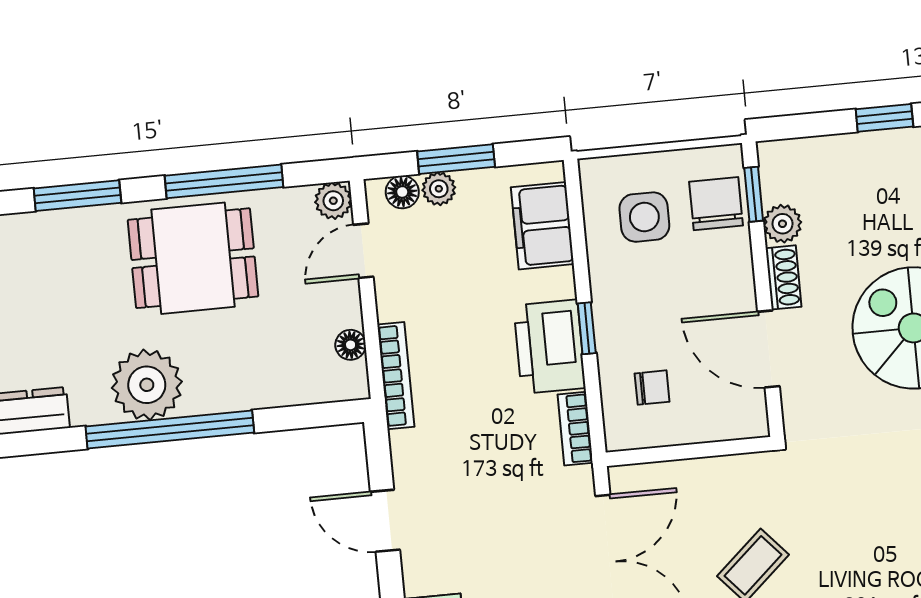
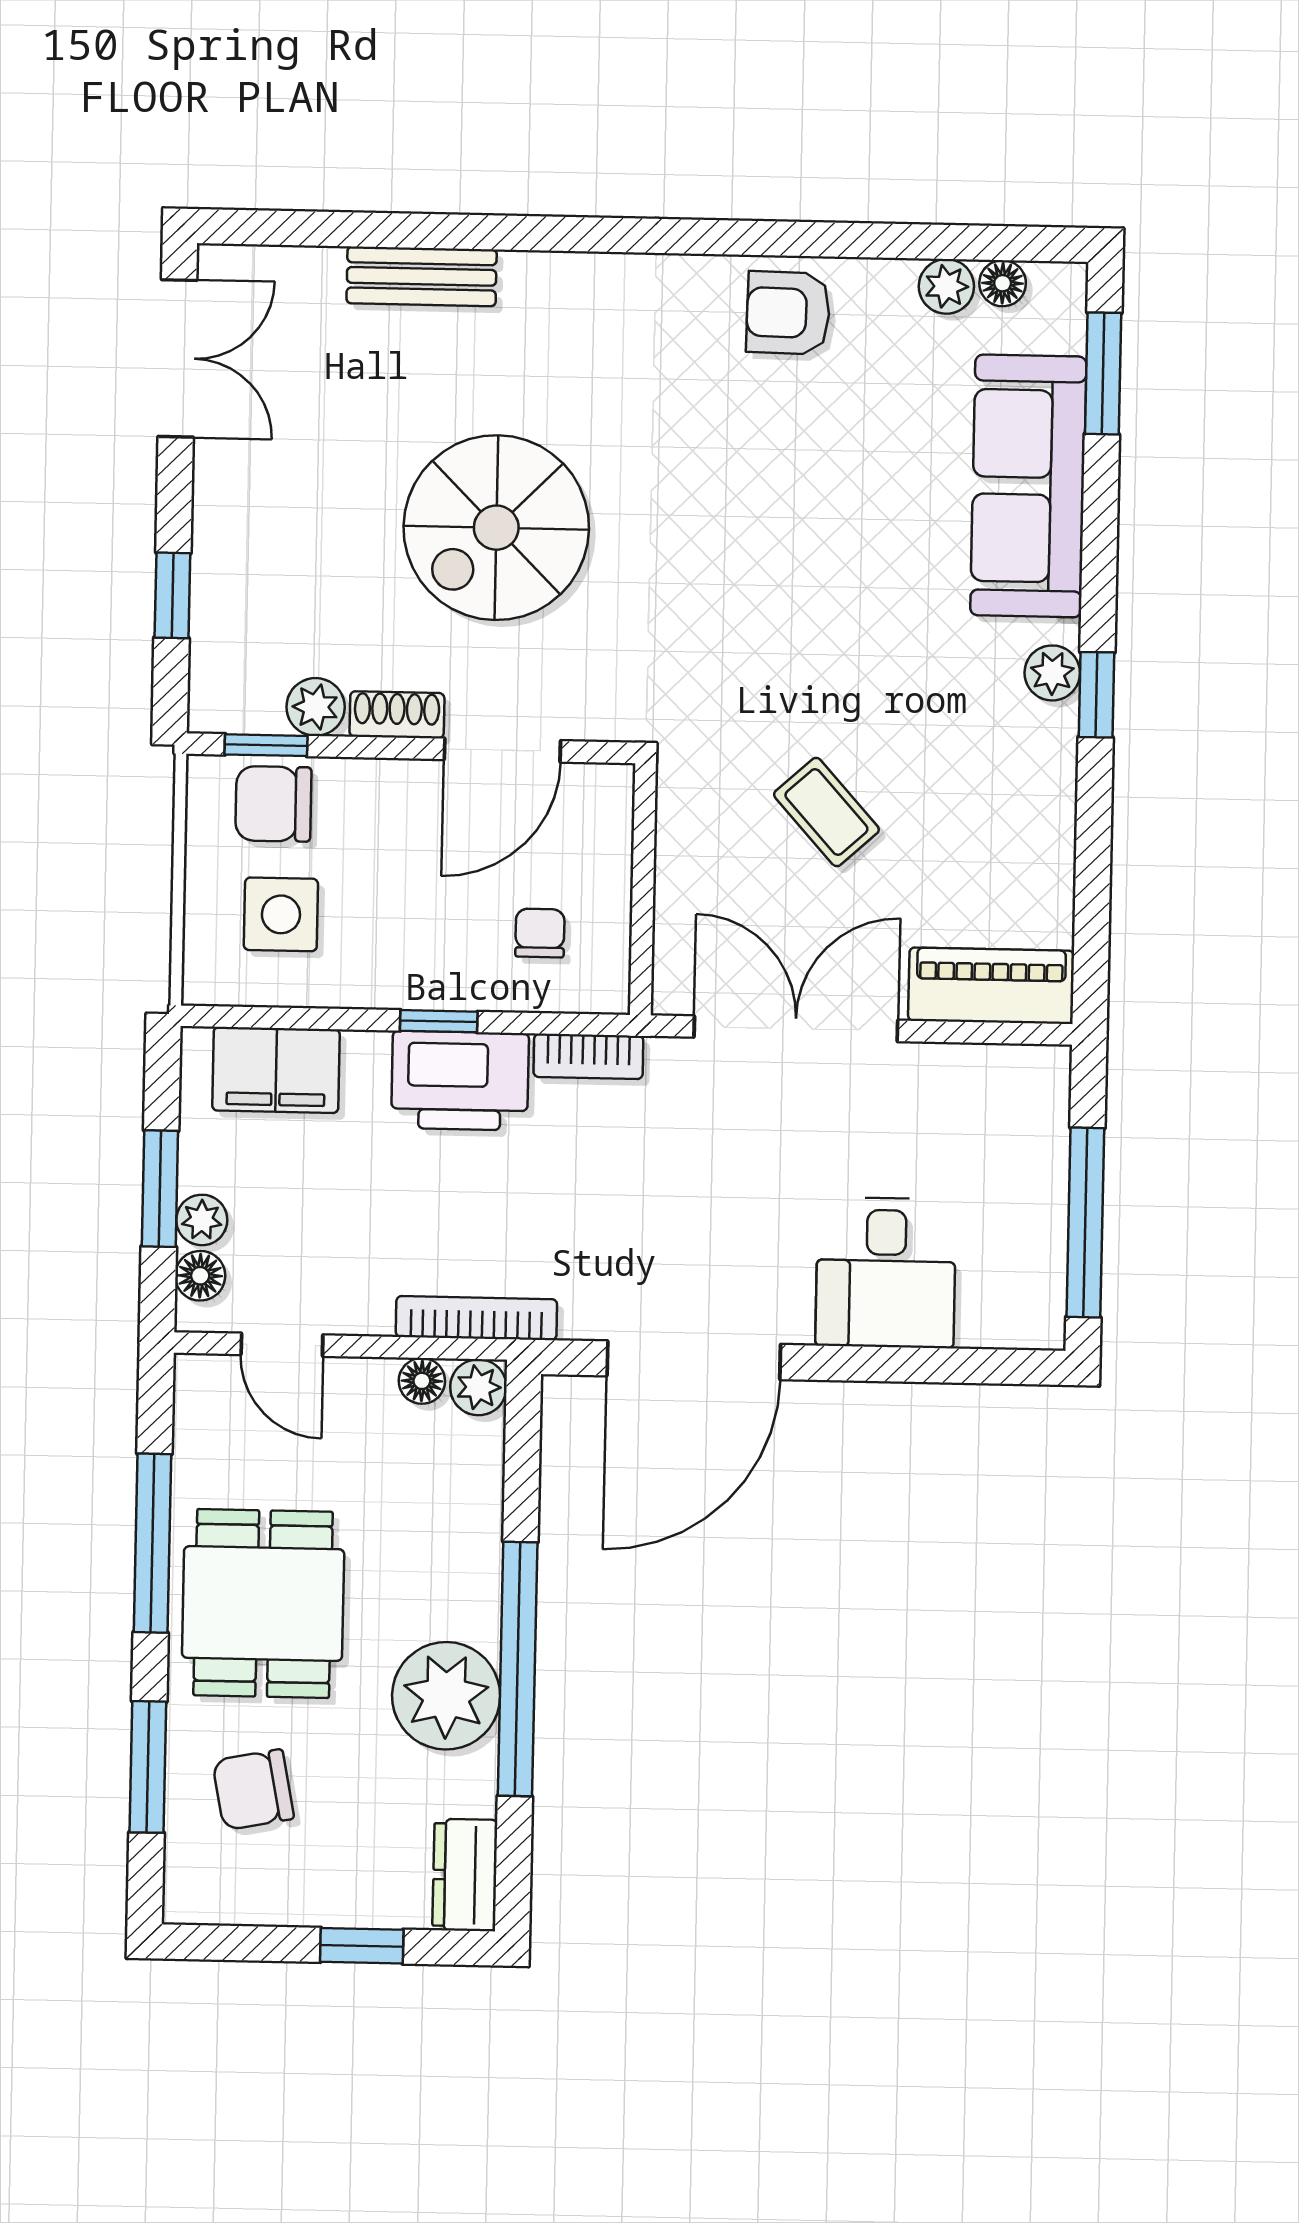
window: (884, 118) -> (172, 595), moved
plant: (333, 201) -> (478, 1387), moved
chair: (71, 266) -> (253, 1790), added
door: (385, 521) -> (694, 1360), width x1.87

